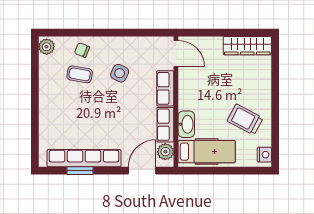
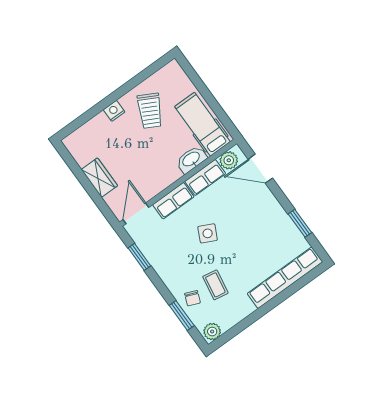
window: (75, 33) -> (182, 315), added
window: (142, 33) -> (139, 257), added
wardrobe: (247, 46) -> (99, 178), moved, width x0.67
side table: (120, 73) -> (208, 233), moved
nightstand: (264, 155) -> (114, 111), moved
row of seats: (84, 158) -> (285, 278), moved, turned 90

